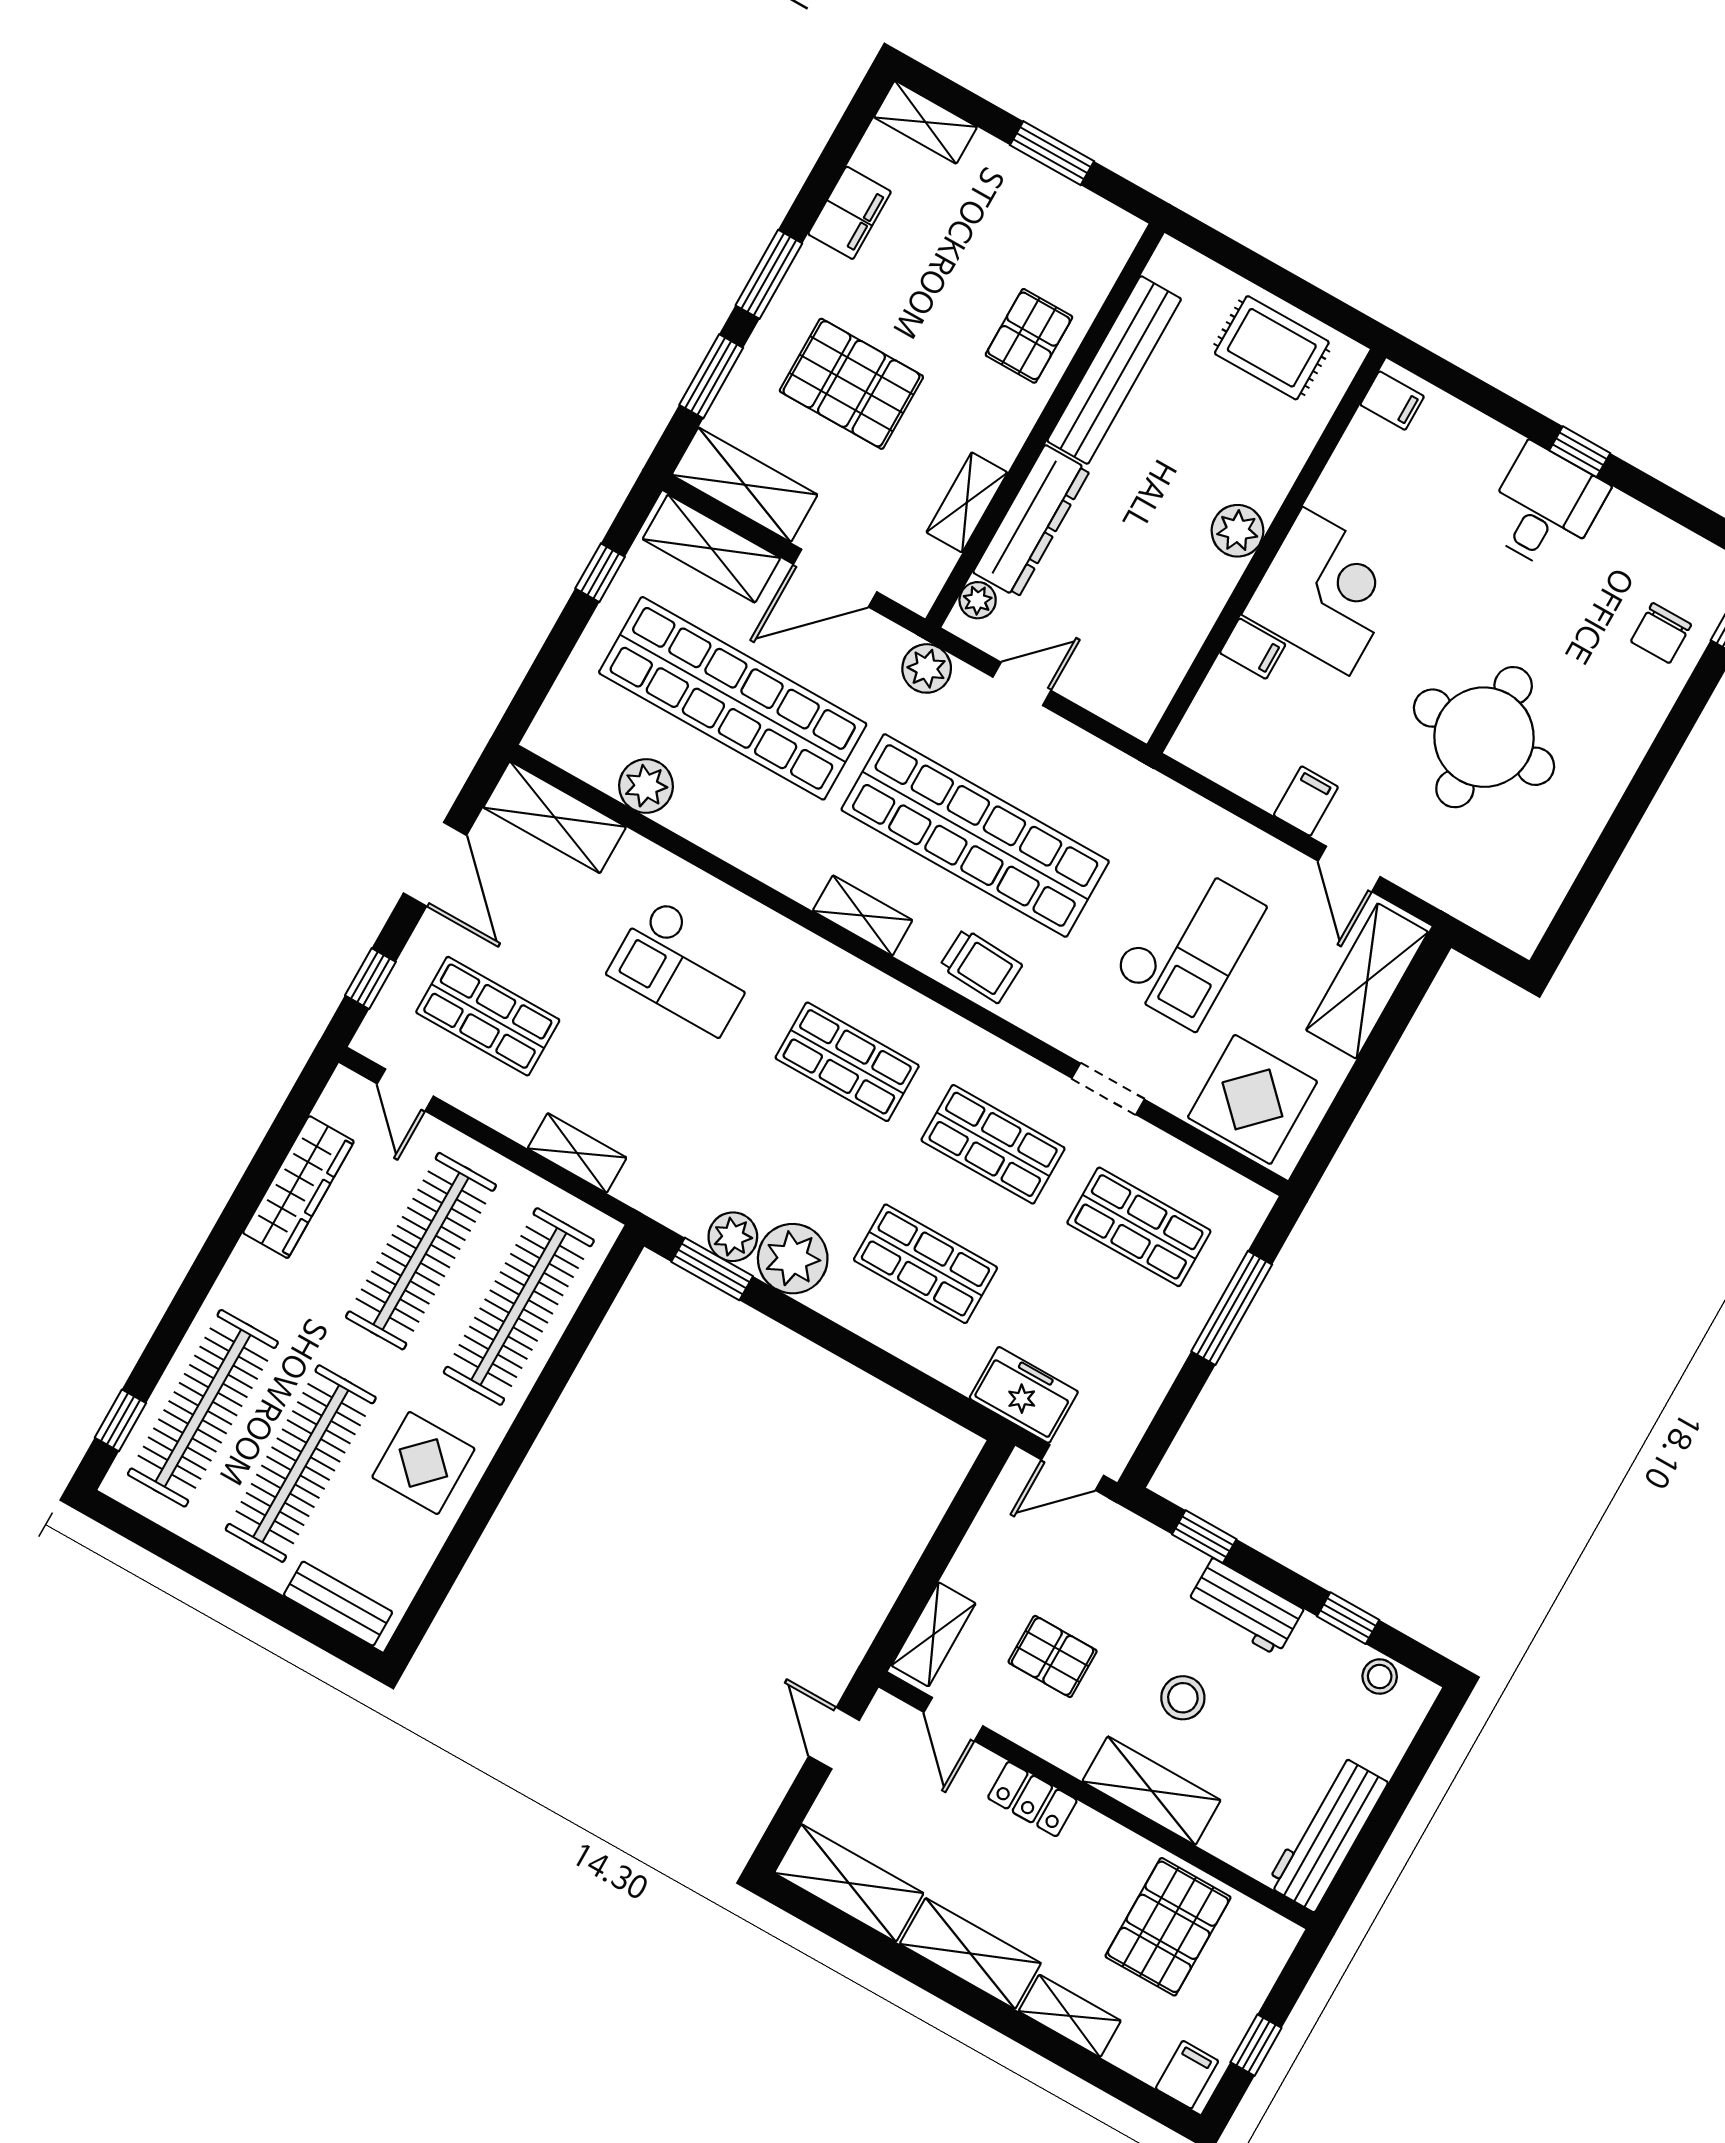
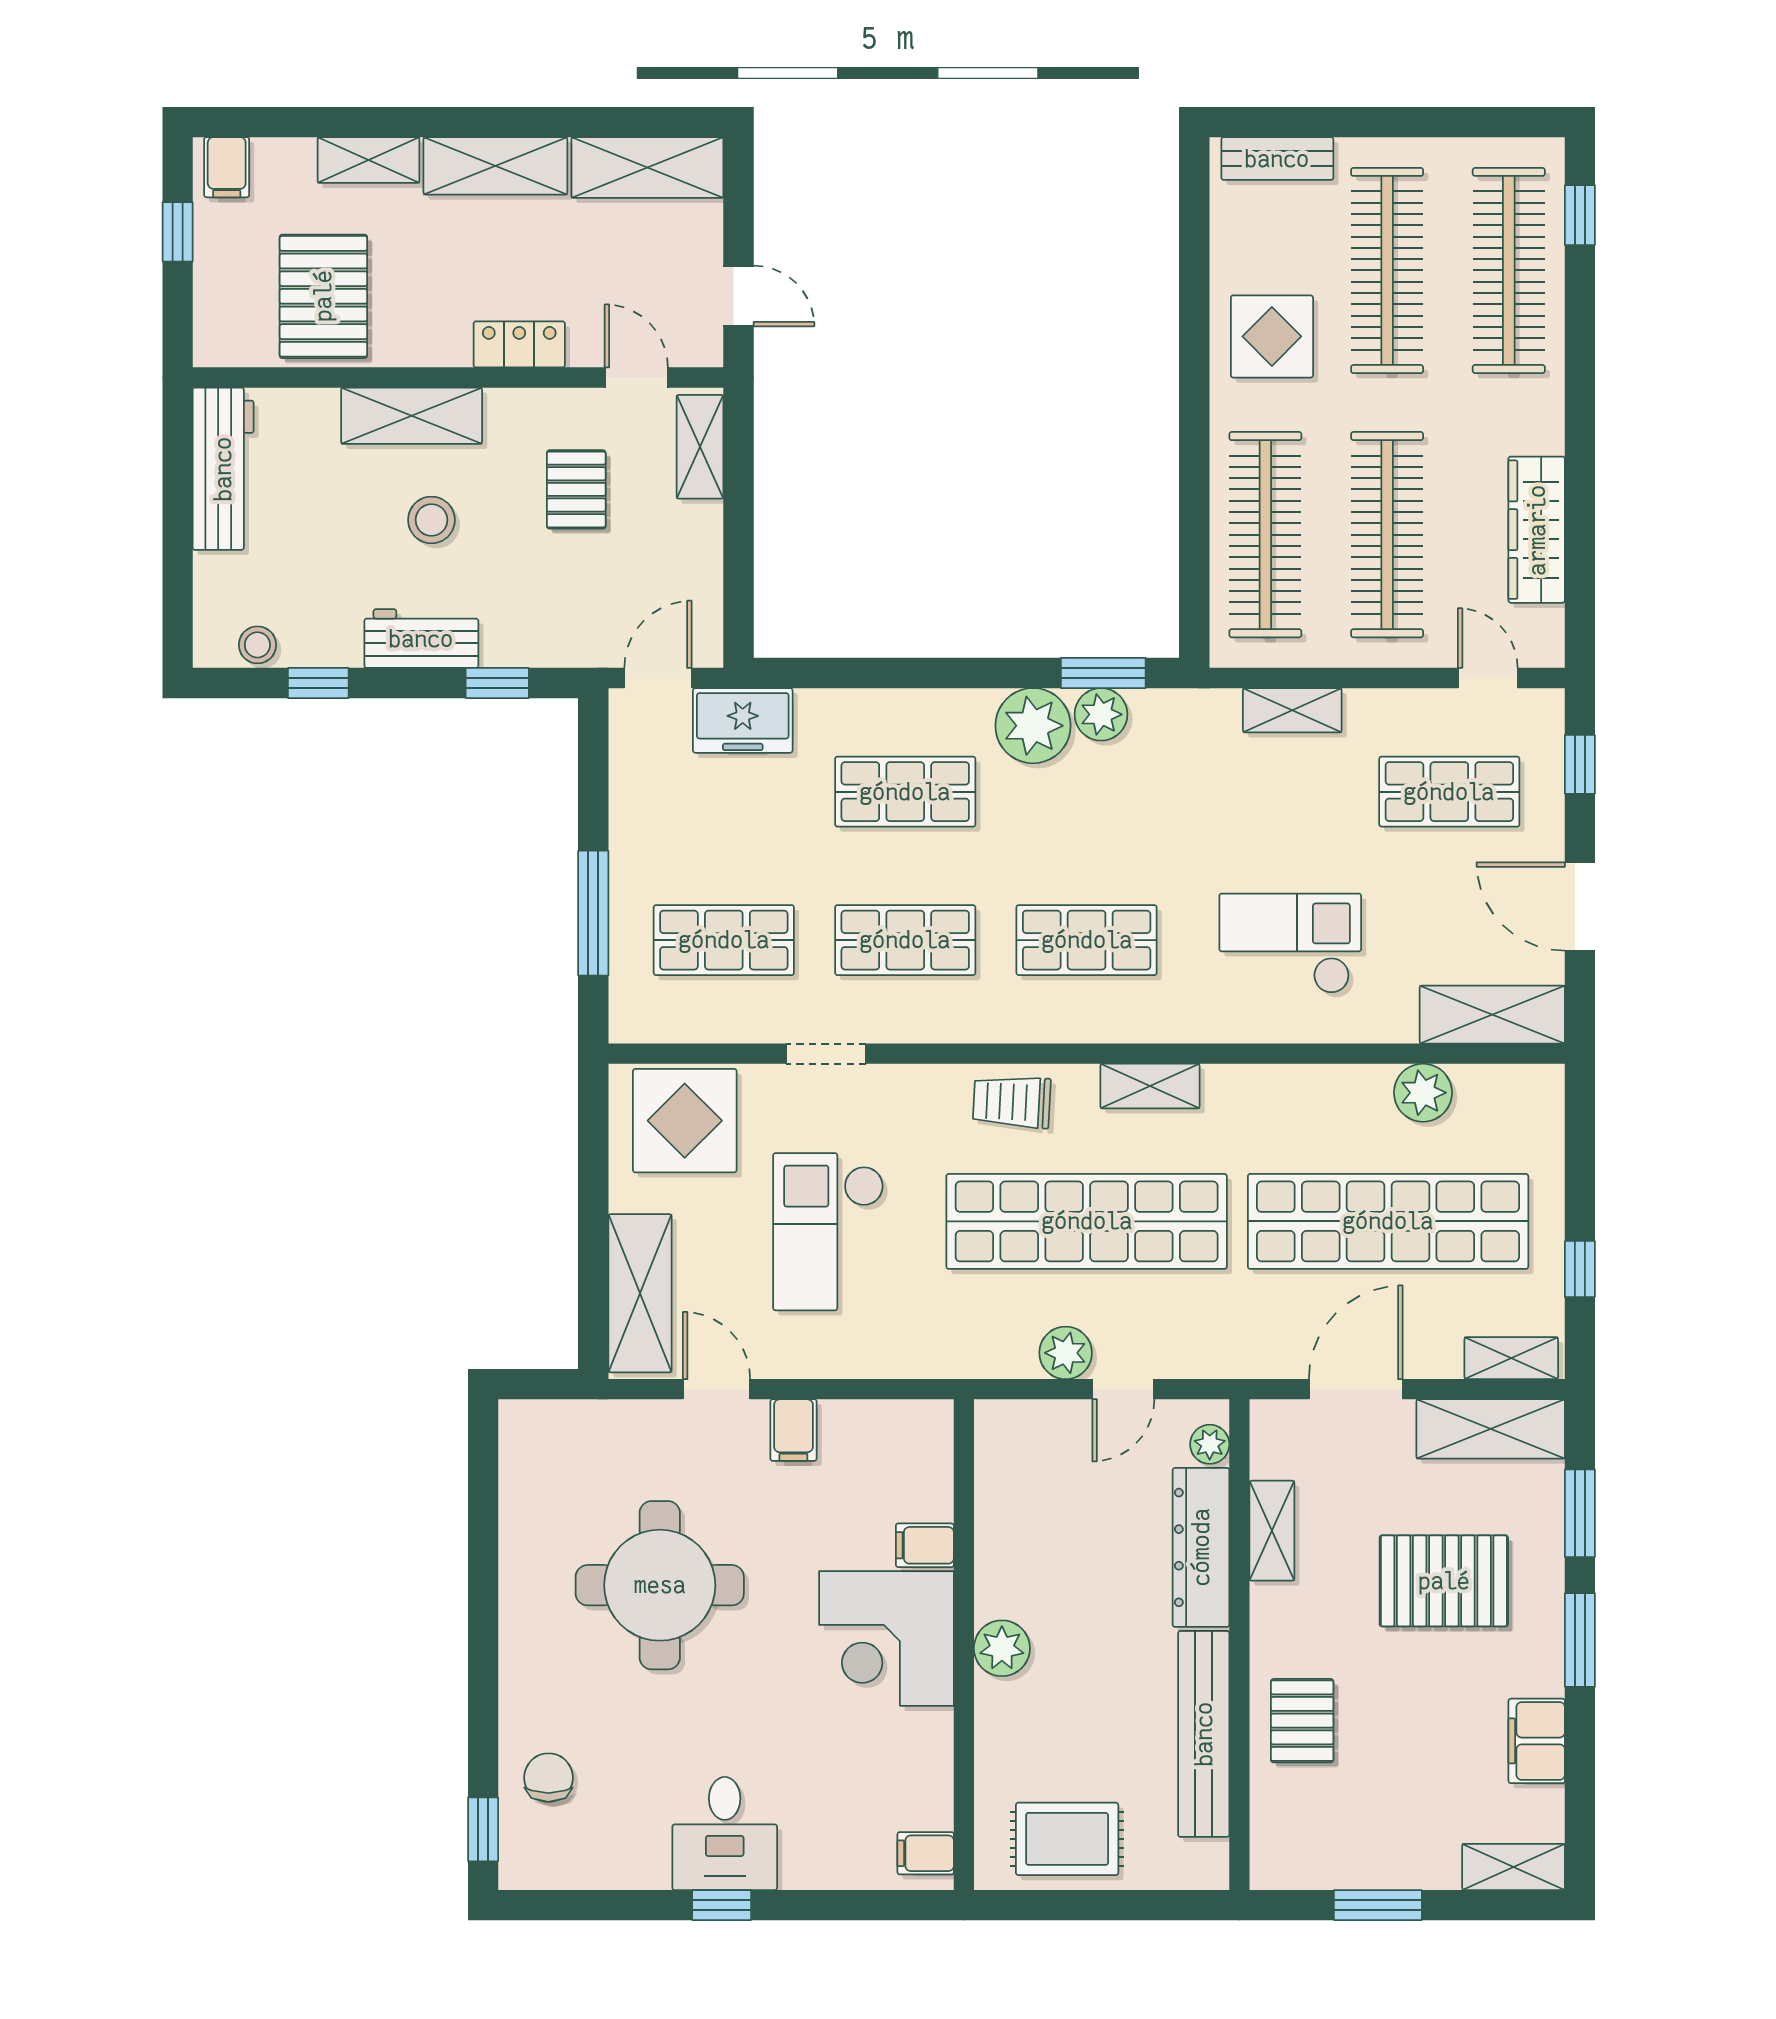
shelving: (711, 549) -> (1511, 1358), width x0.67, depth x0.75
plant: (927, 668) -> (1066, 1353), moved
pallet: (1053, 1656) -> (576, 489), turned 90

